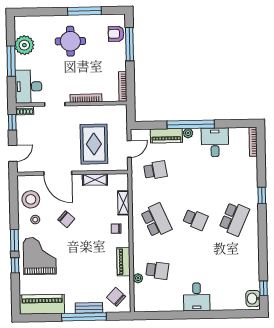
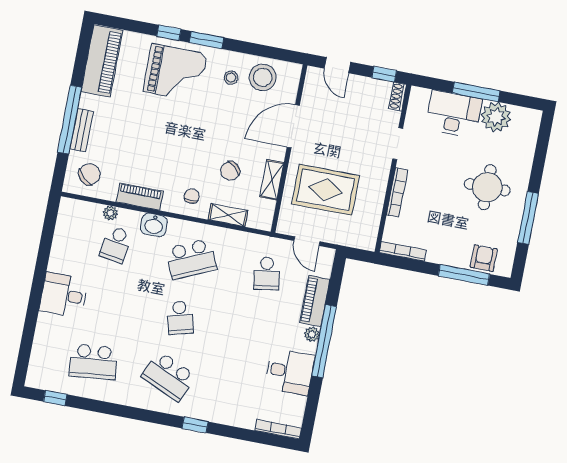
desk: (28, 87) -> (454, 114), moved
chair: (66, 219) -> (230, 171), moved
school desk: (195, 220) -> (180, 318), turned -39
school desk: (235, 269) -> (93, 362), added
washbasin: (253, 299) -> (154, 225), moved, turned 180

